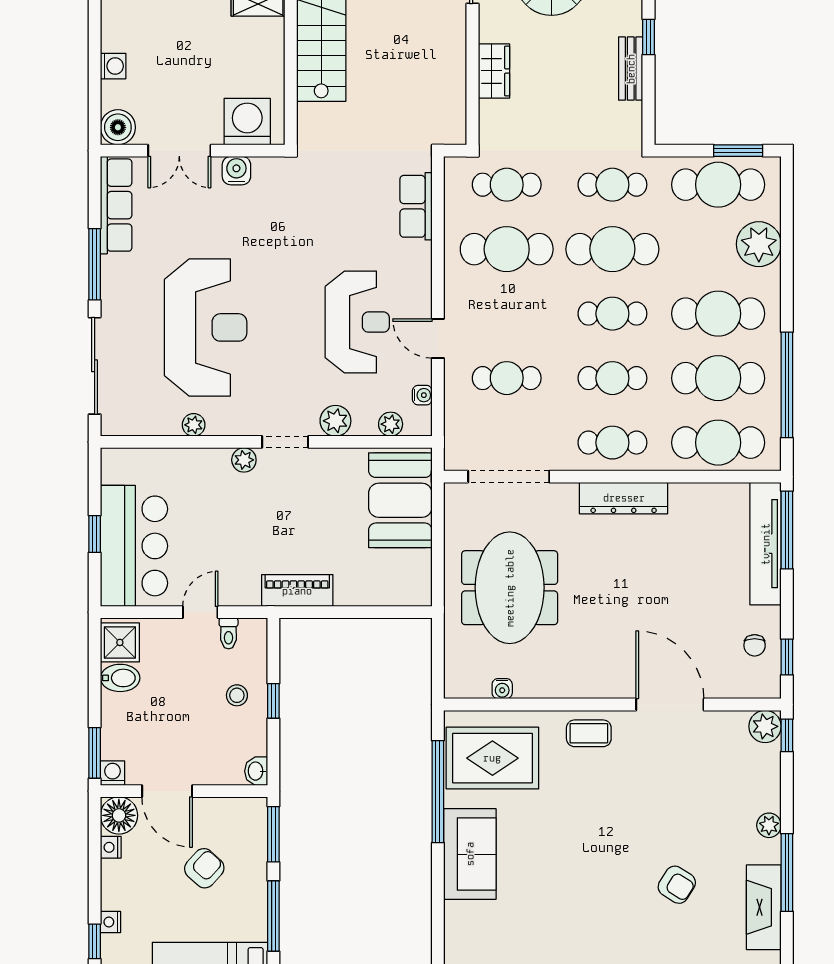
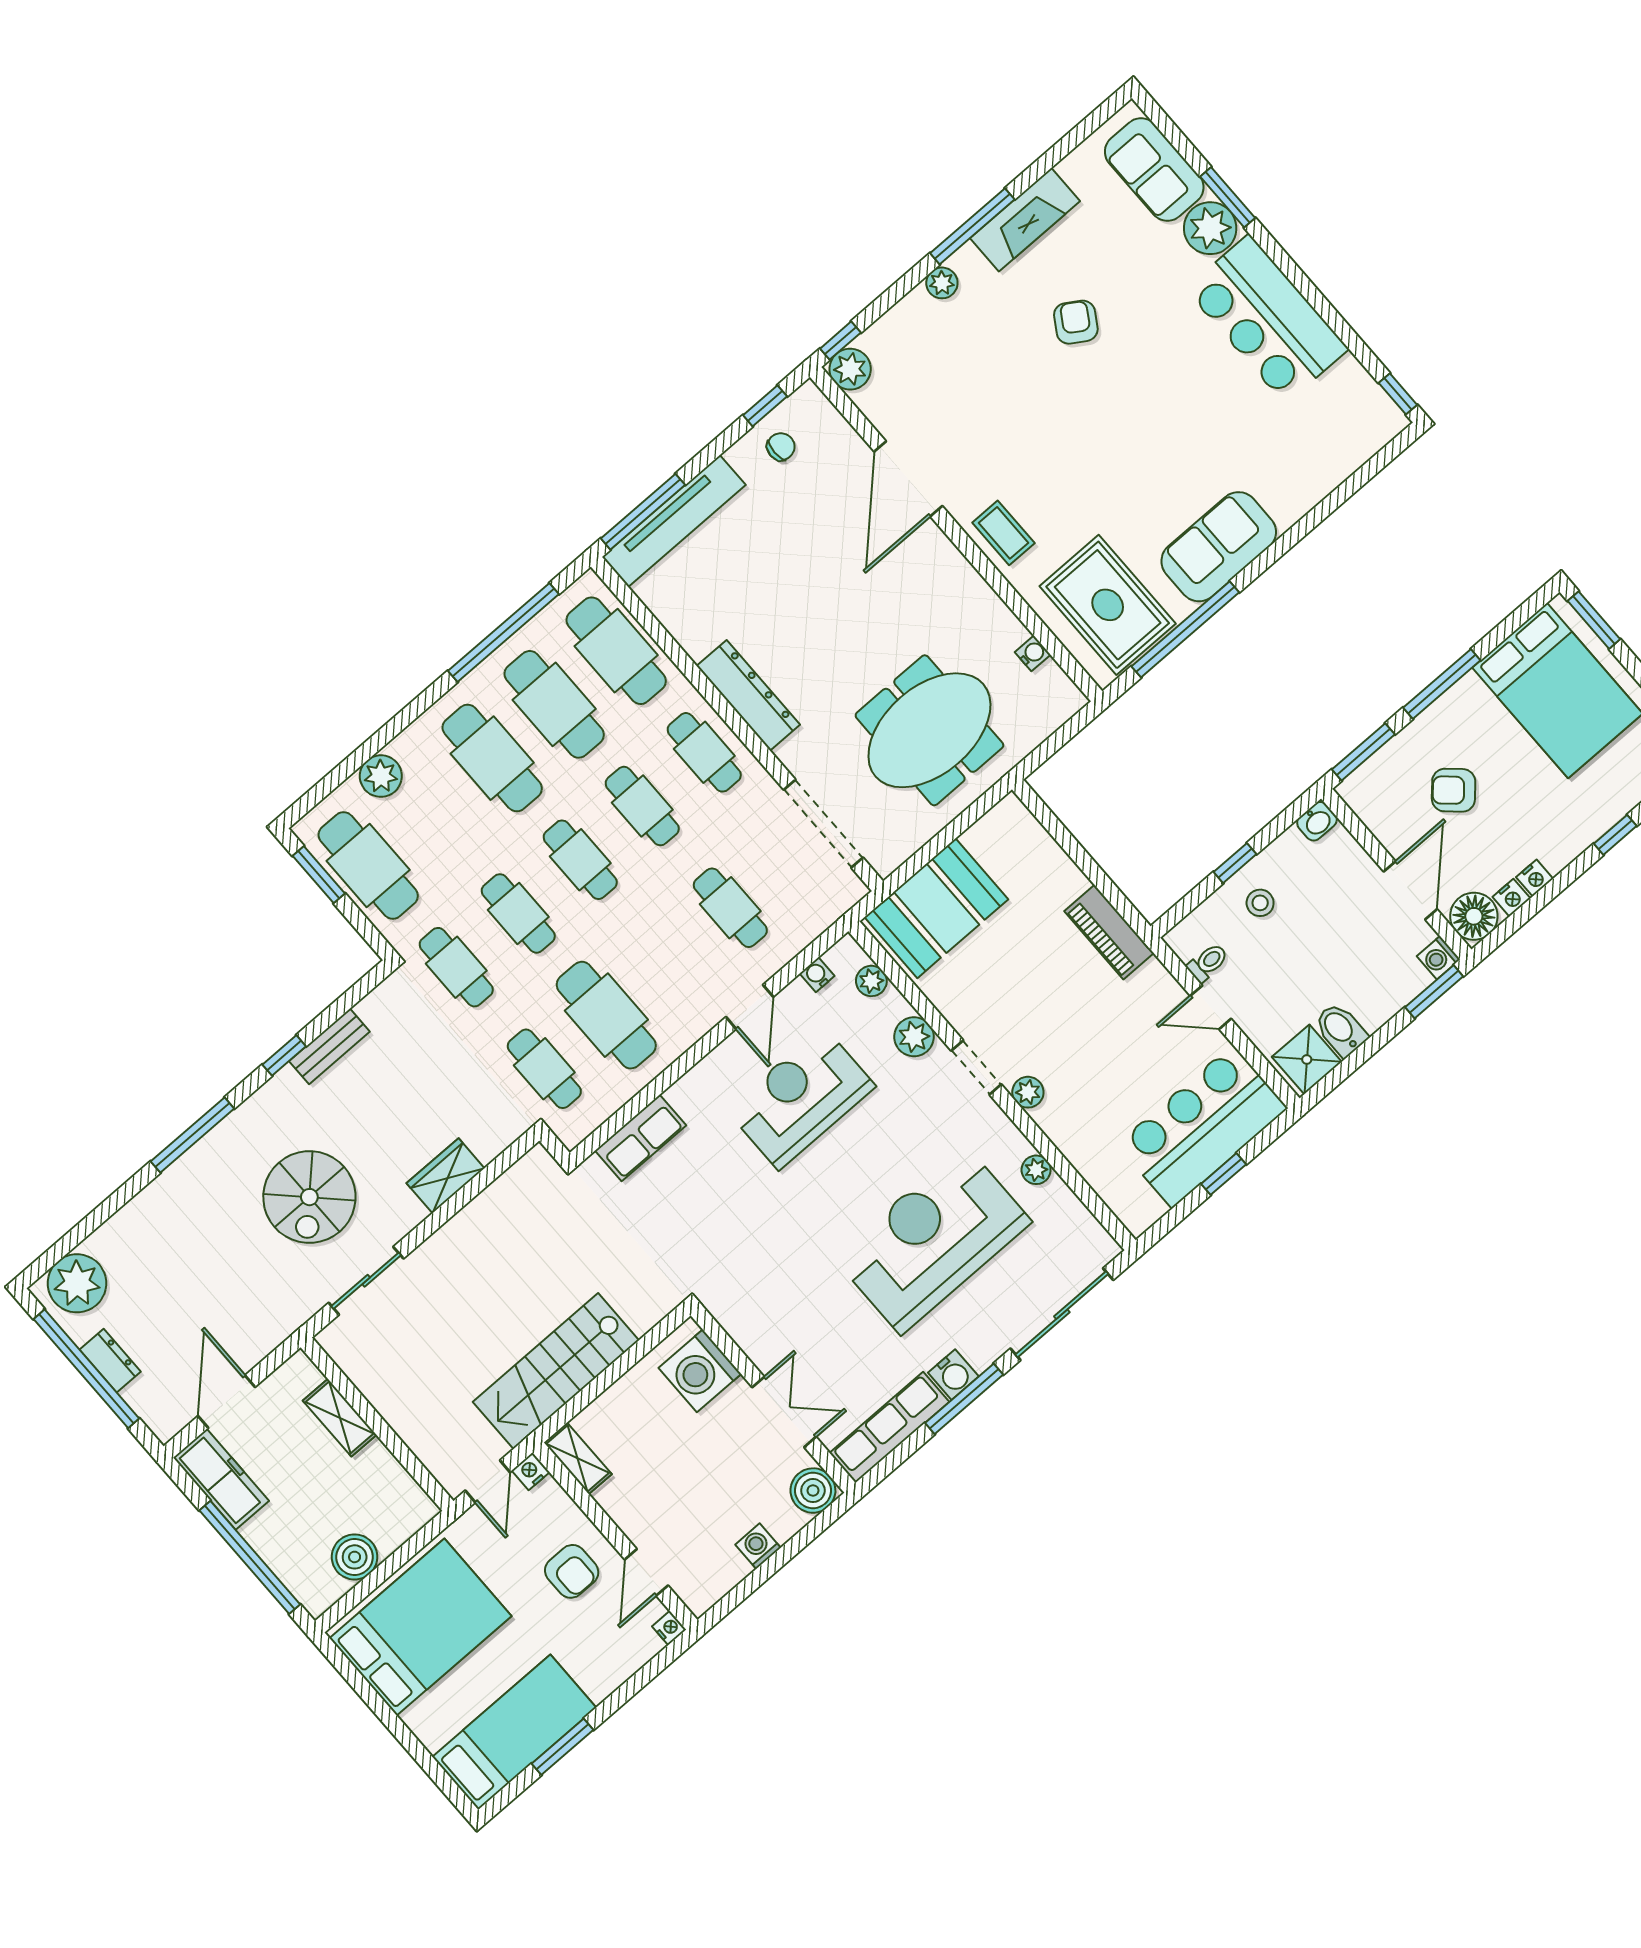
water cooler: (236, 171) -> (953, 1375), moved, turned -90
plant: (759, 244) -> (381, 776), width x0.73, depth x0.73
cafe table: (612, 249) -> (518, 913), width x0.73, depth x0.74
nightstand: (110, 922) -> (1535, 878), moved

